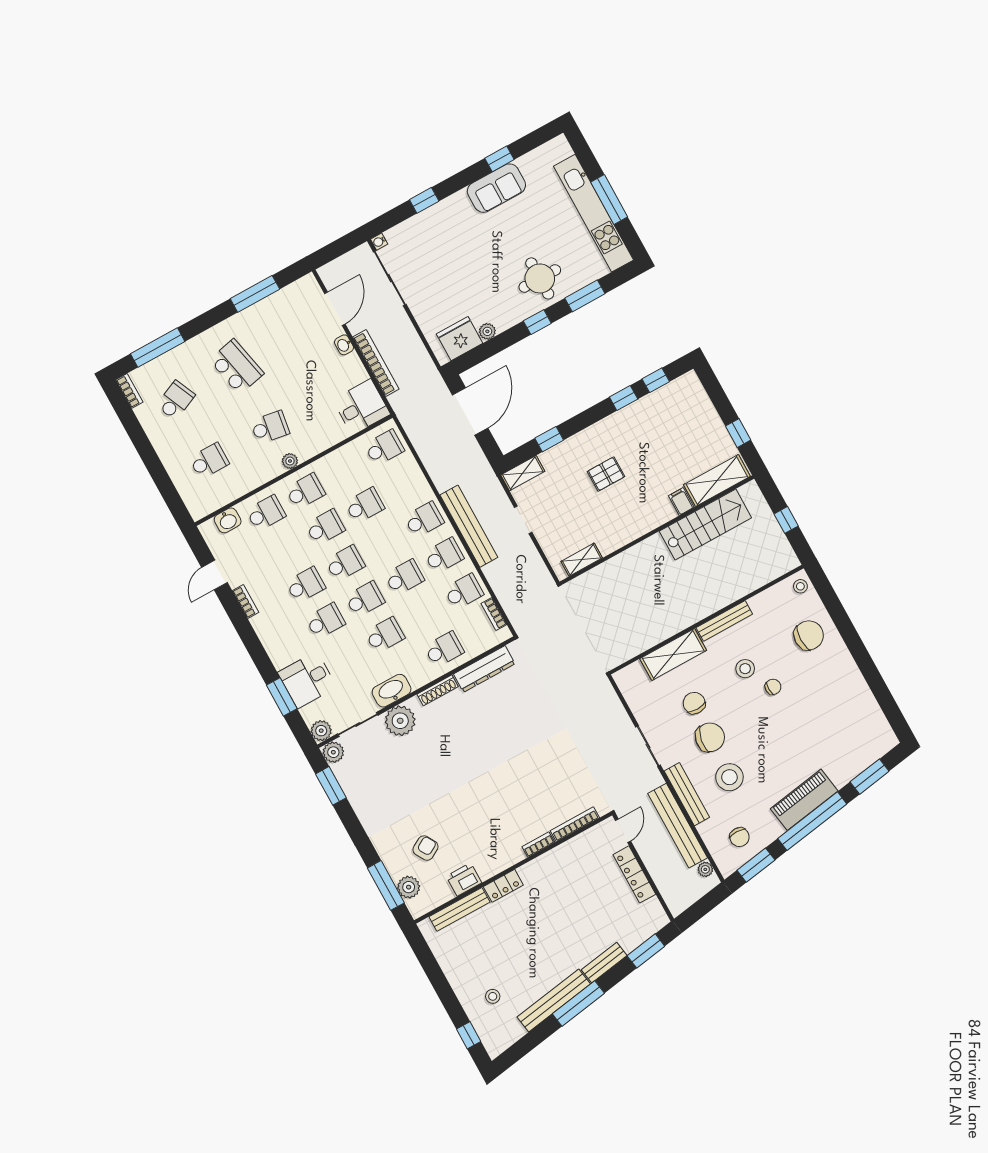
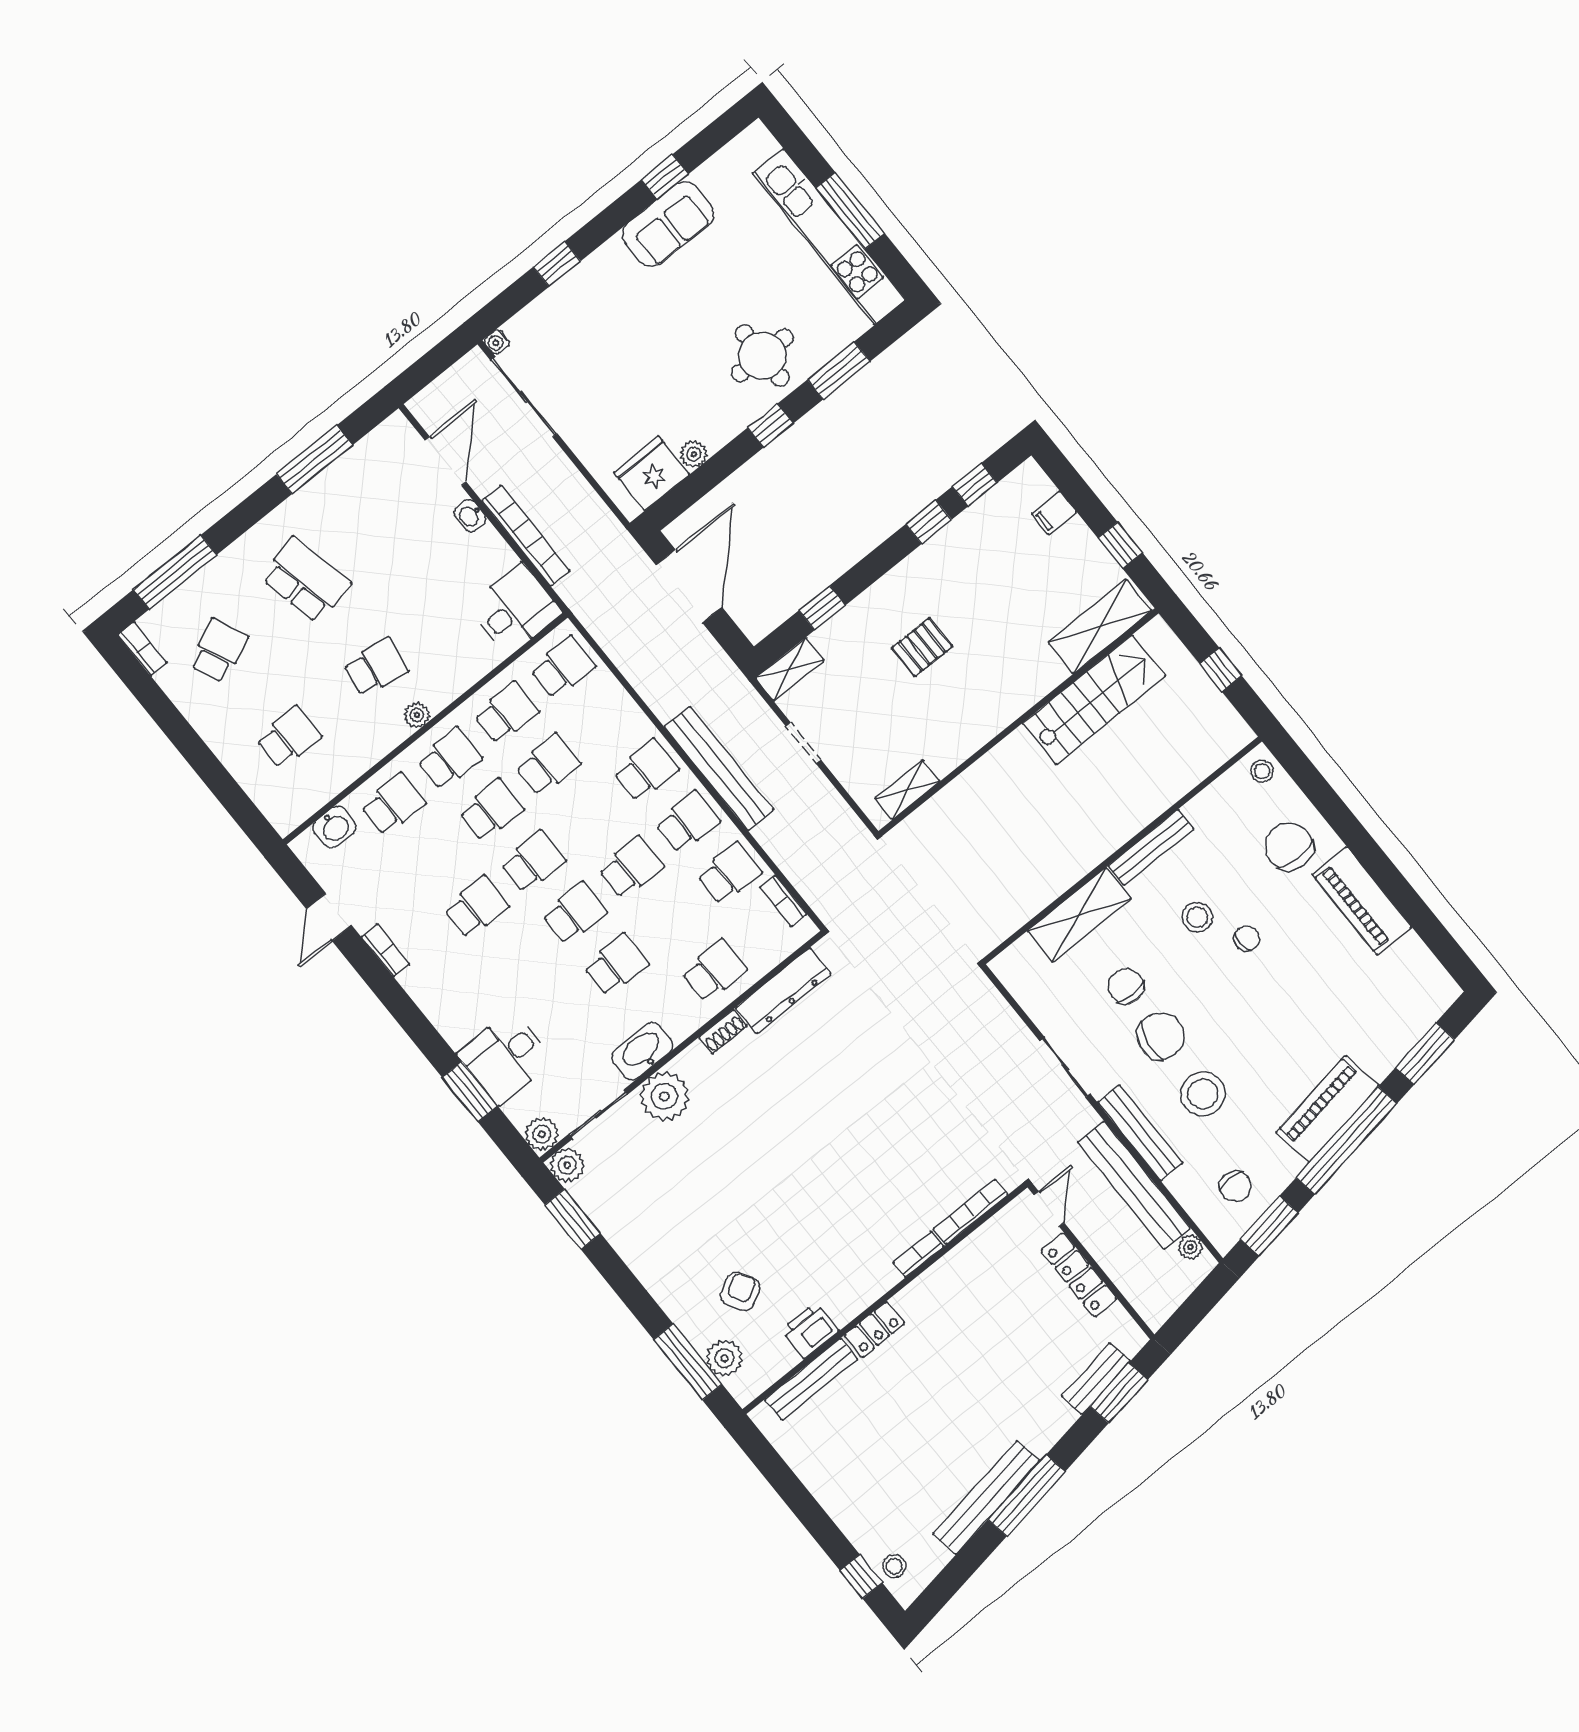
filing cabinet: (681, 501) -> (1054, 513), moved, turned -90
school desk: (325, 621) -> (506, 713), moved
chair: (809, 635) -> (1289, 847), turned -90
piano: (847, 676) -> (1362, 901), added
shoe rack: (438, 690) -> (723, 1032), width x0.70
bench: (604, 963) -> (1096, 1379), moved
stool: (493, 996) -> (894, 1566), moved

